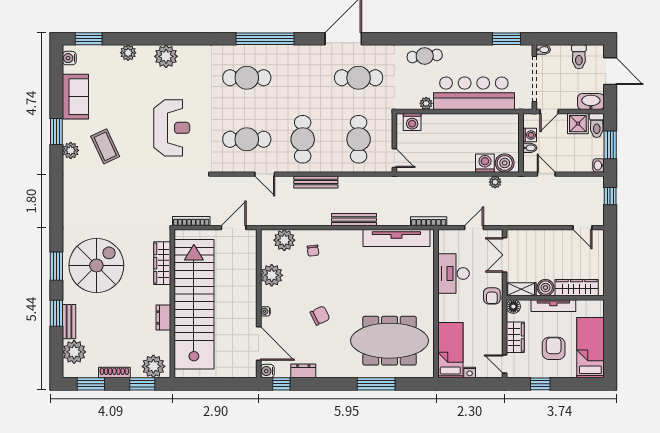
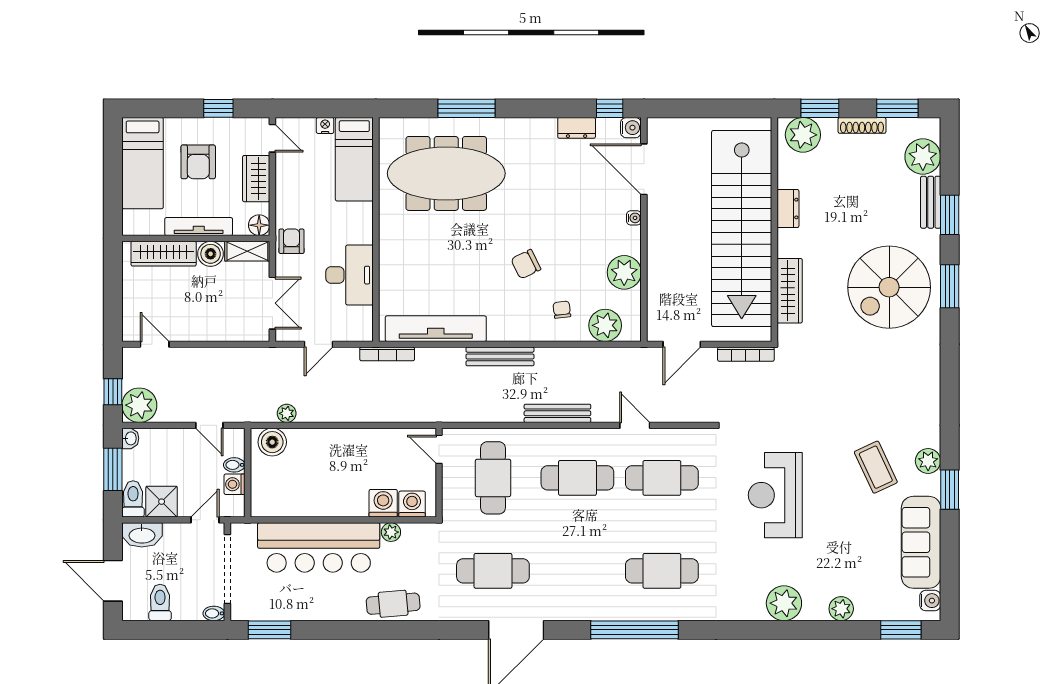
sofa: (75, 97) -> (921, 542), width x1.36
cafe table: (303, 139) -> (577, 478), turned 90
washing machine: (485, 163) -> (383, 503), moved, turned 180
plant: (593, 187) -> (139, 405), added
chair: (320, 316) -> (526, 264), moved

